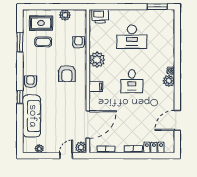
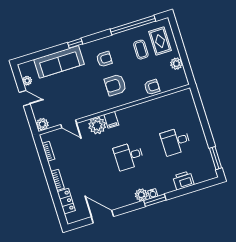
printer: (100, 16) -> (183, 180), moved, turned 90
desk: (132, 37) -> (176, 141), width x0.73
window: (20, 42) -> (133, 25), width x2.11
plant: (97, 60) -> (97, 126), moved
window: (177, 71) -> (155, 200), added
armchair: (30, 82) -> (104, 59), moved
door: (88, 124) -> (69, 124), width x0.53
door: (66, 156) -> (25, 98), moved

